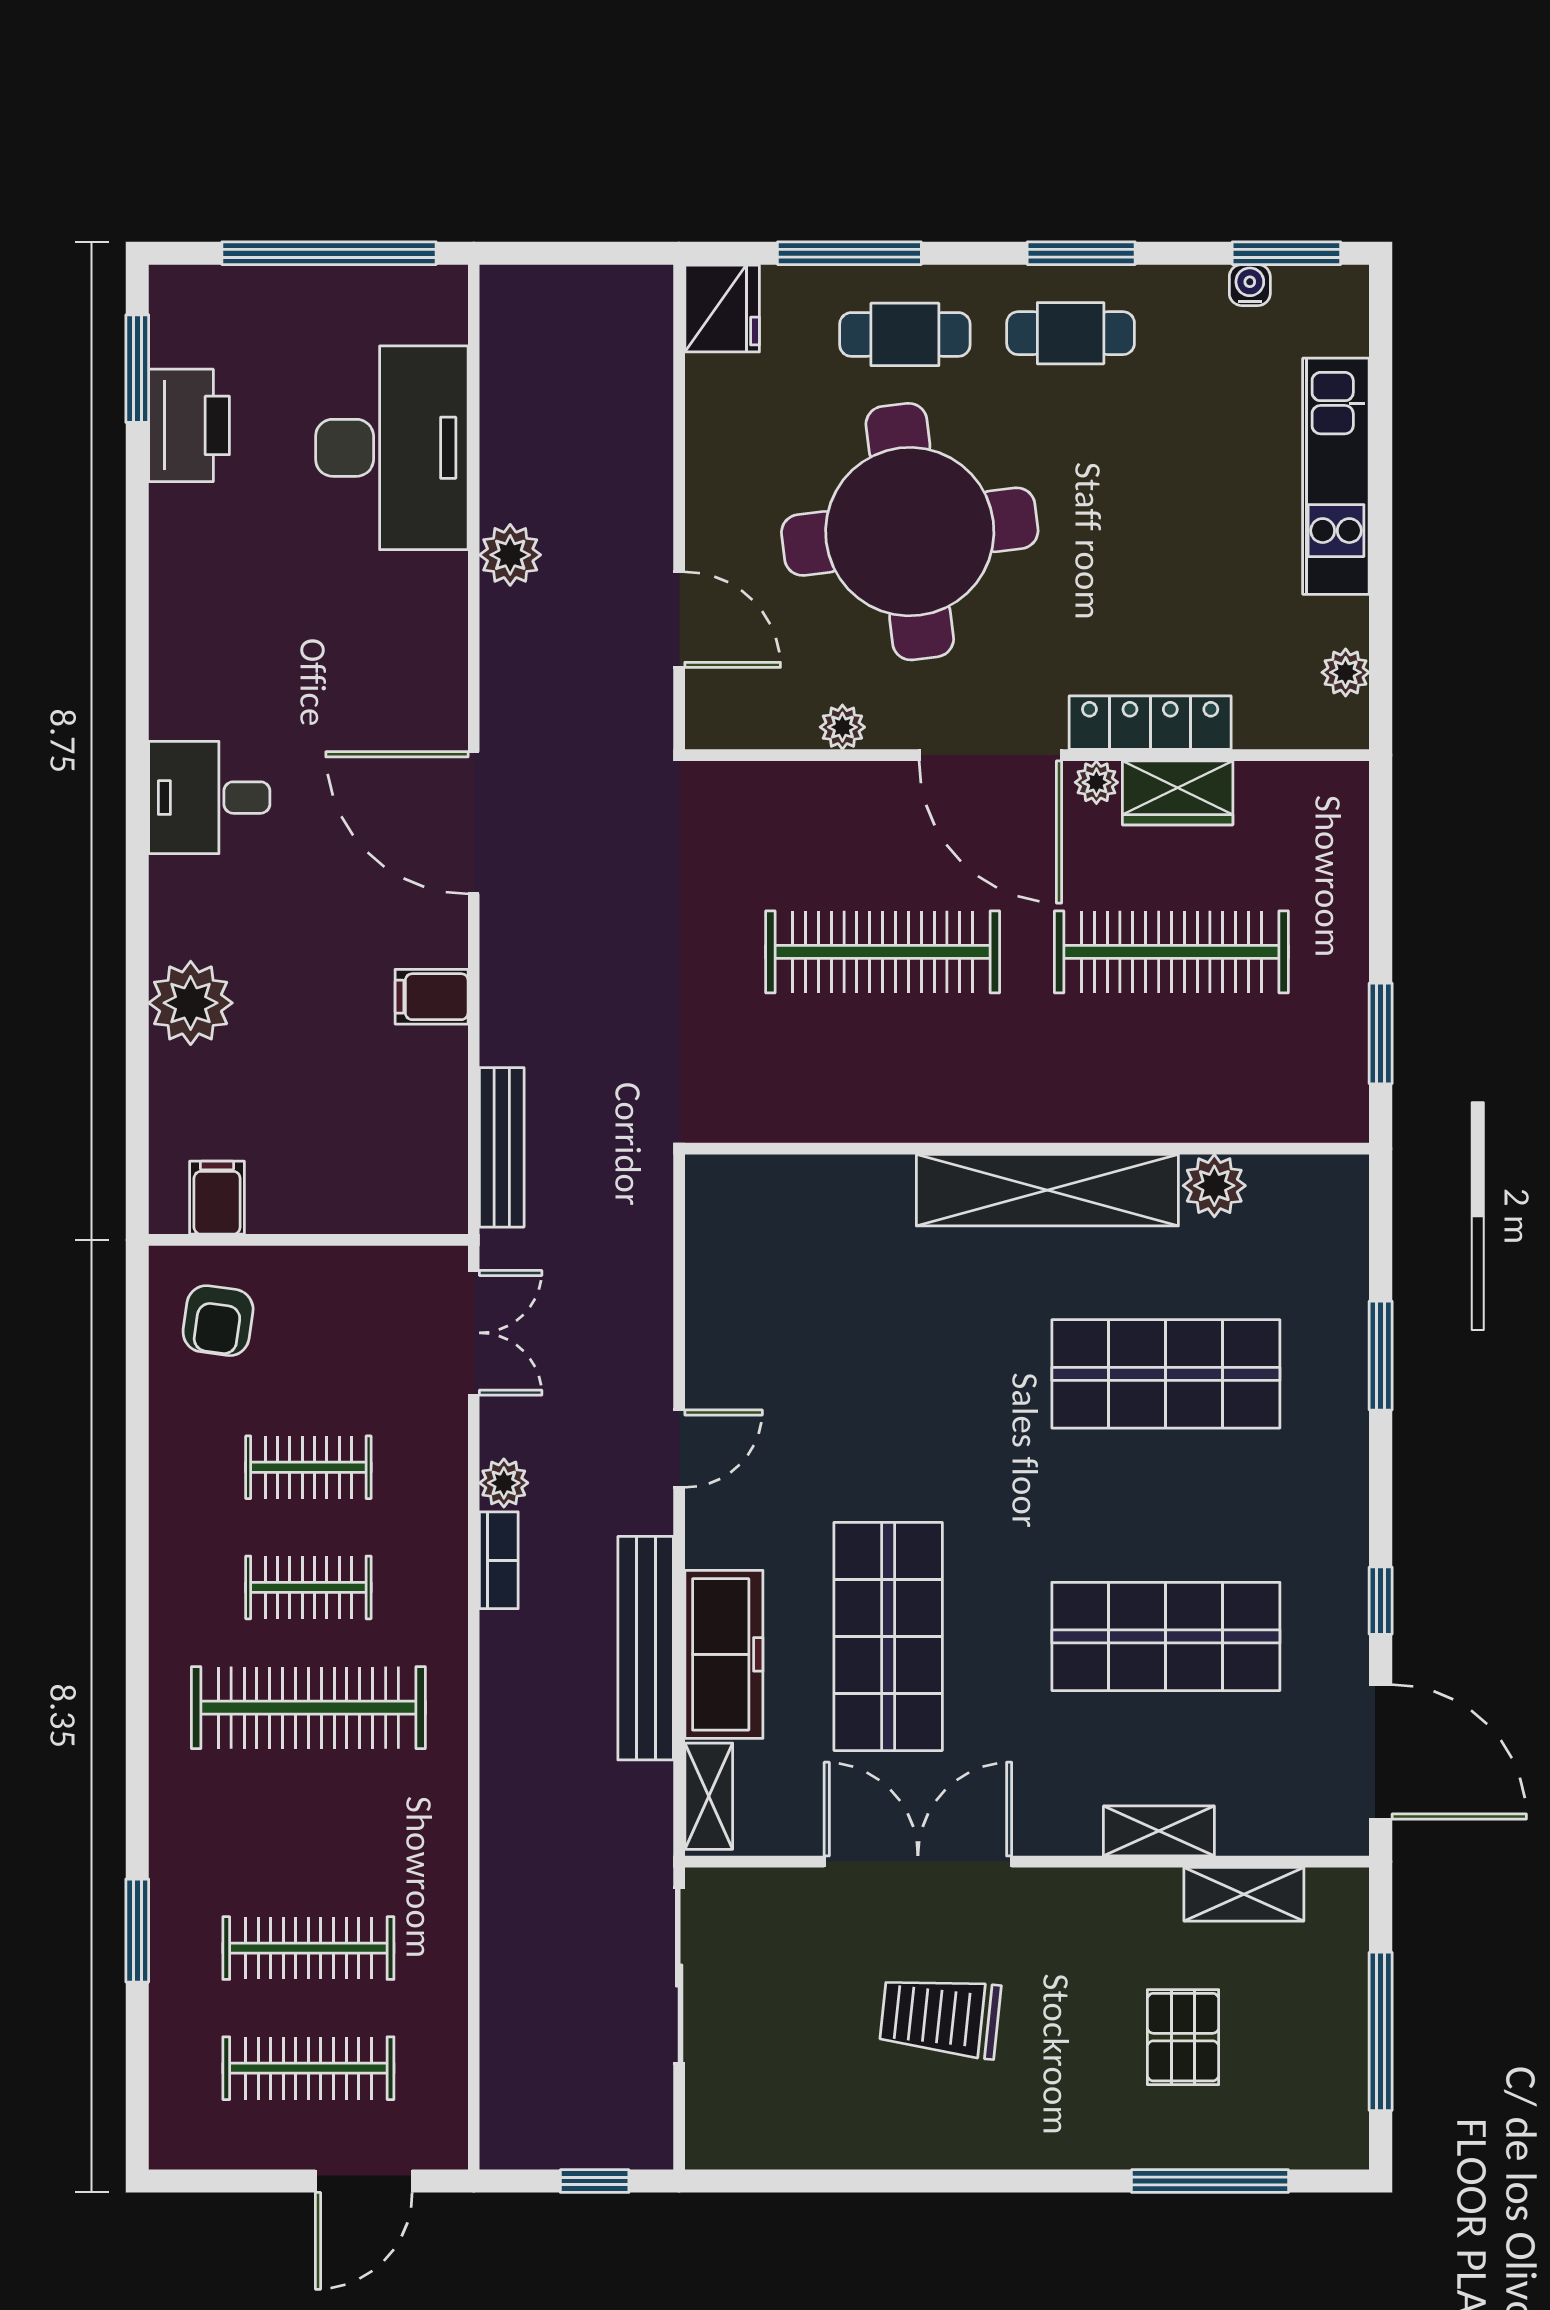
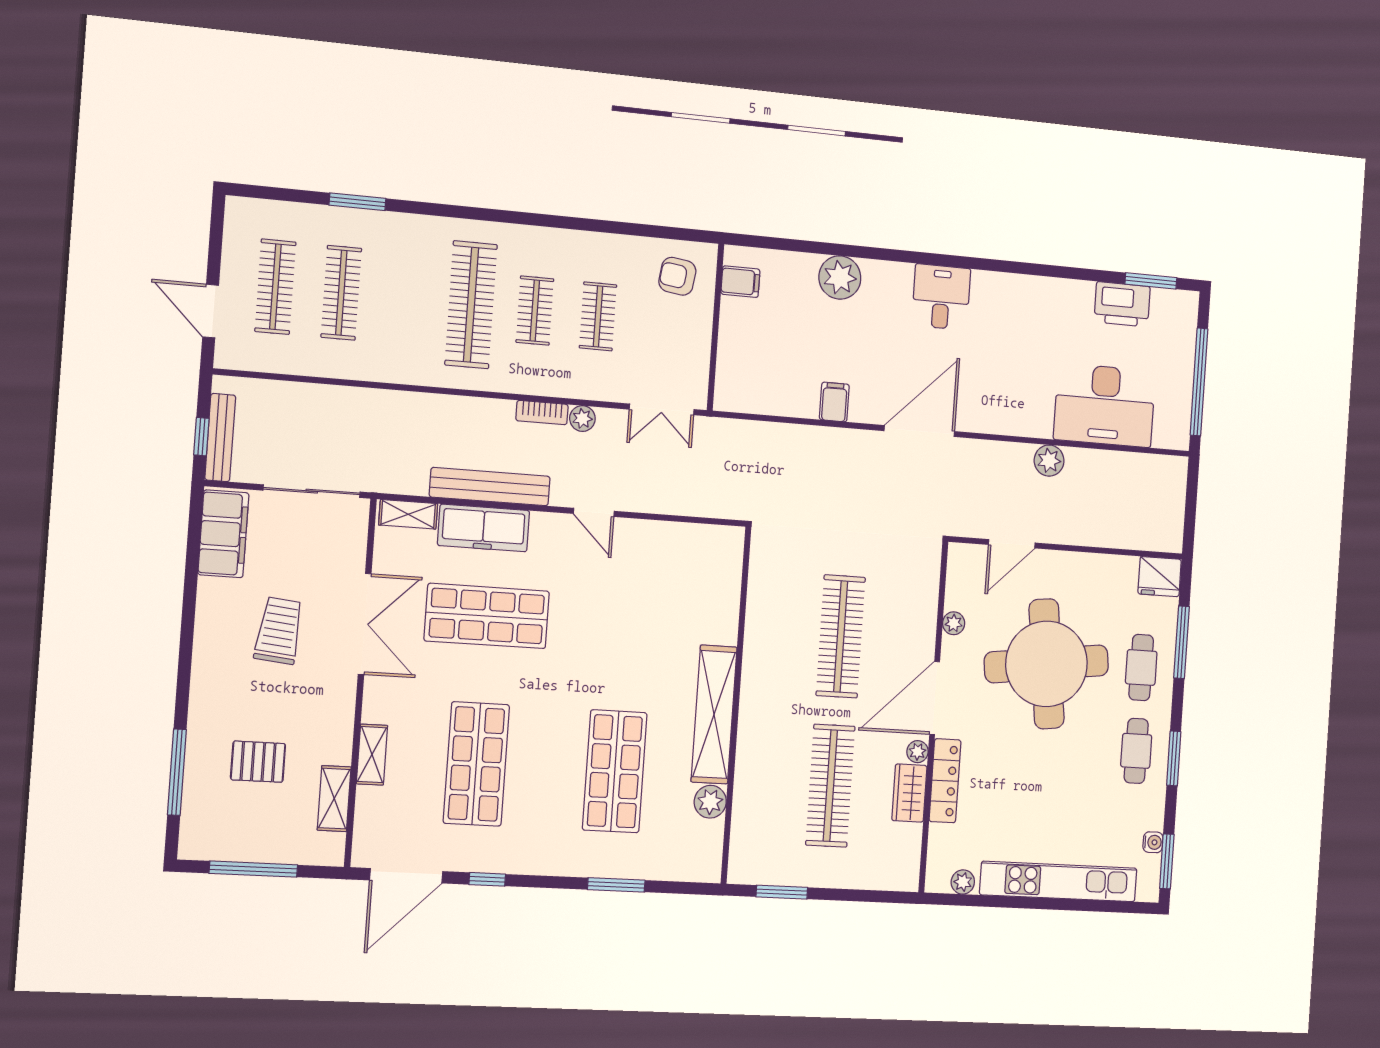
kitchen unit: (1336, 476) -> (1059, 881), width x1.36
bench: (502, 1147) -> (220, 438), moved, turned 90
filing cabinet: (769, 2129) -> (223, 534), added

